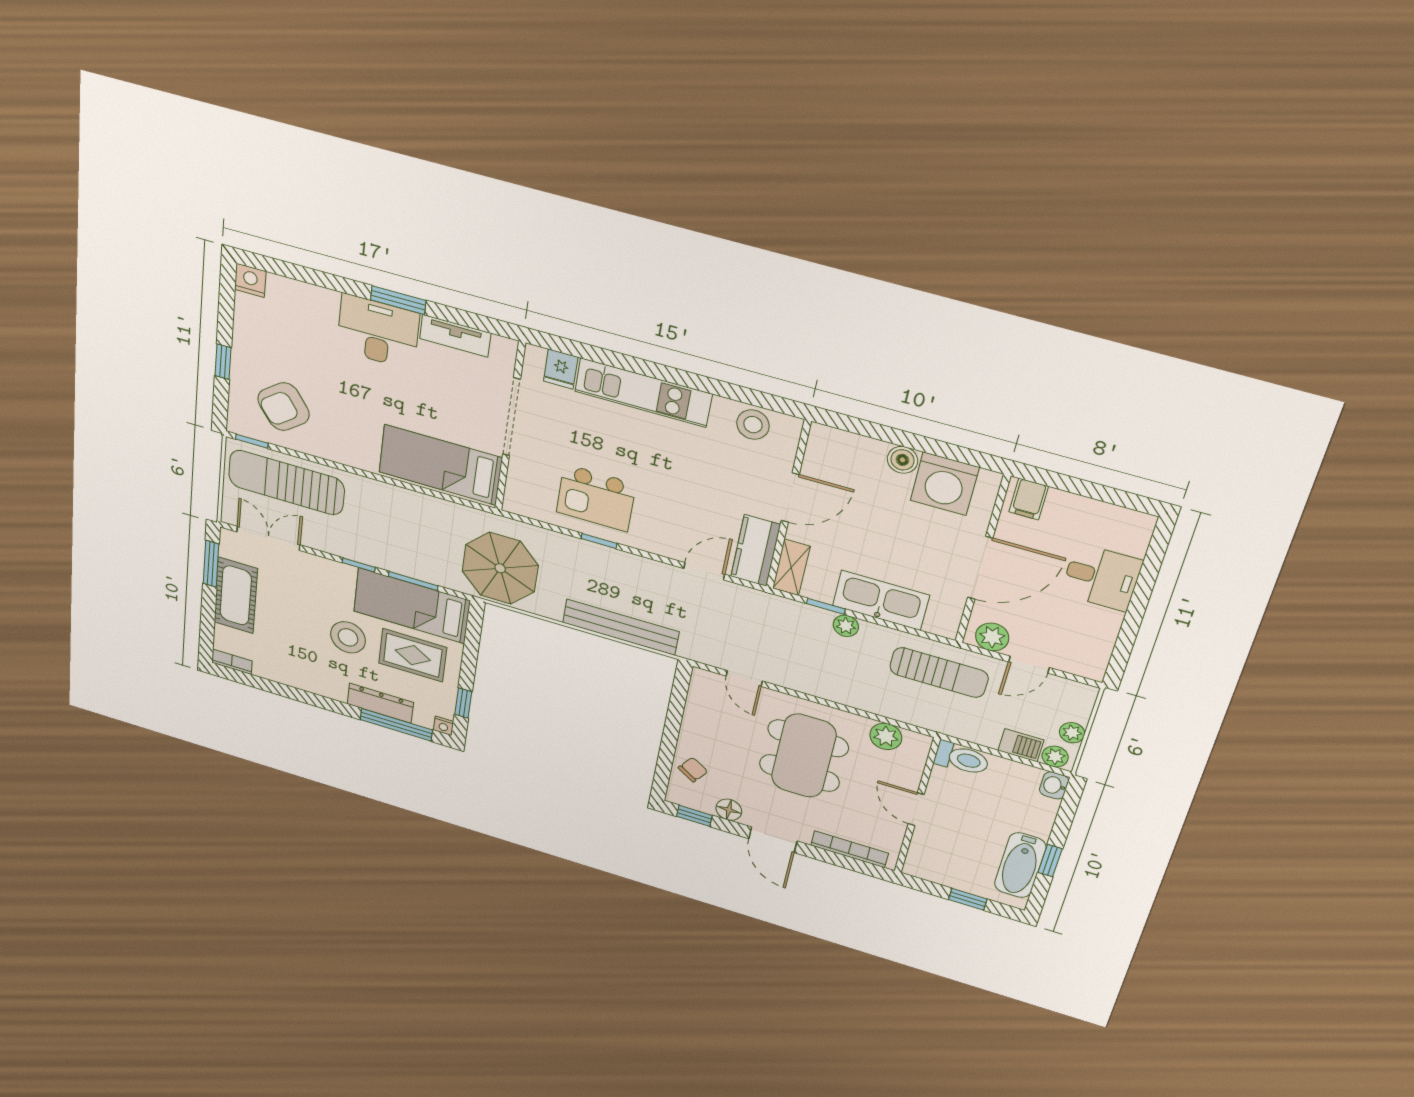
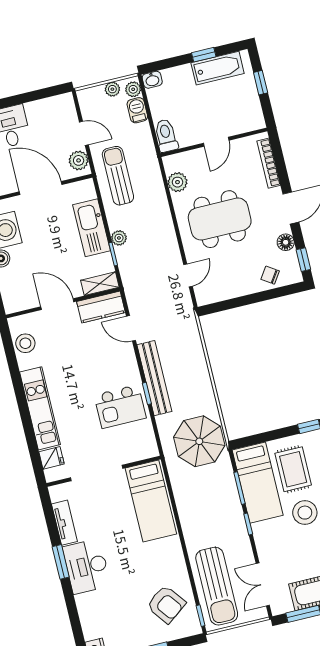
kitchen island: (596, 498) -> (120, 407), turned 90
bench: (621, 627) -> (154, 378), moved

